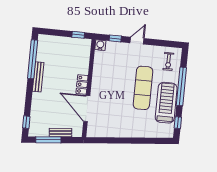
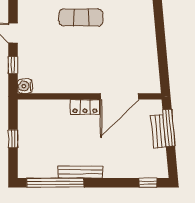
window: (78, 35) -> (13, 139), moved
exercise mat: (143, 88) -> (81, 17), width x0.73, depth x0.69
window: (48, 140) -> (169, 128), moved

